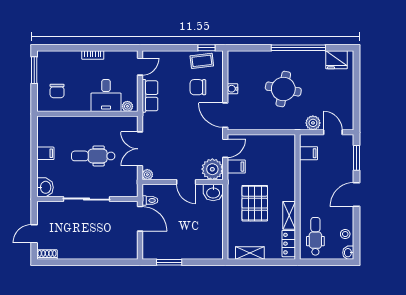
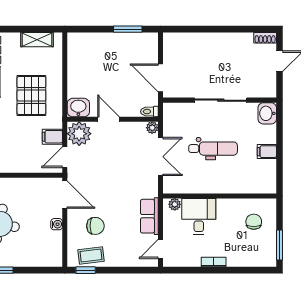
toilet: (150, 200) -> (149, 112), moved

